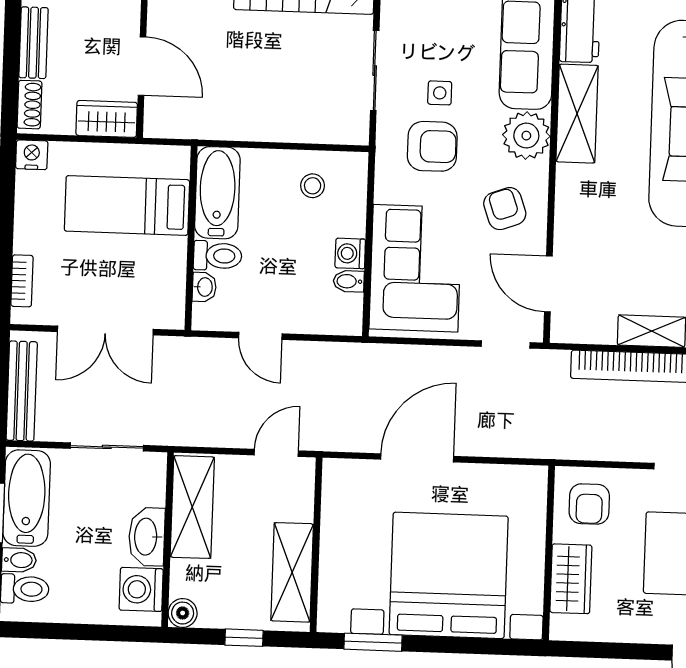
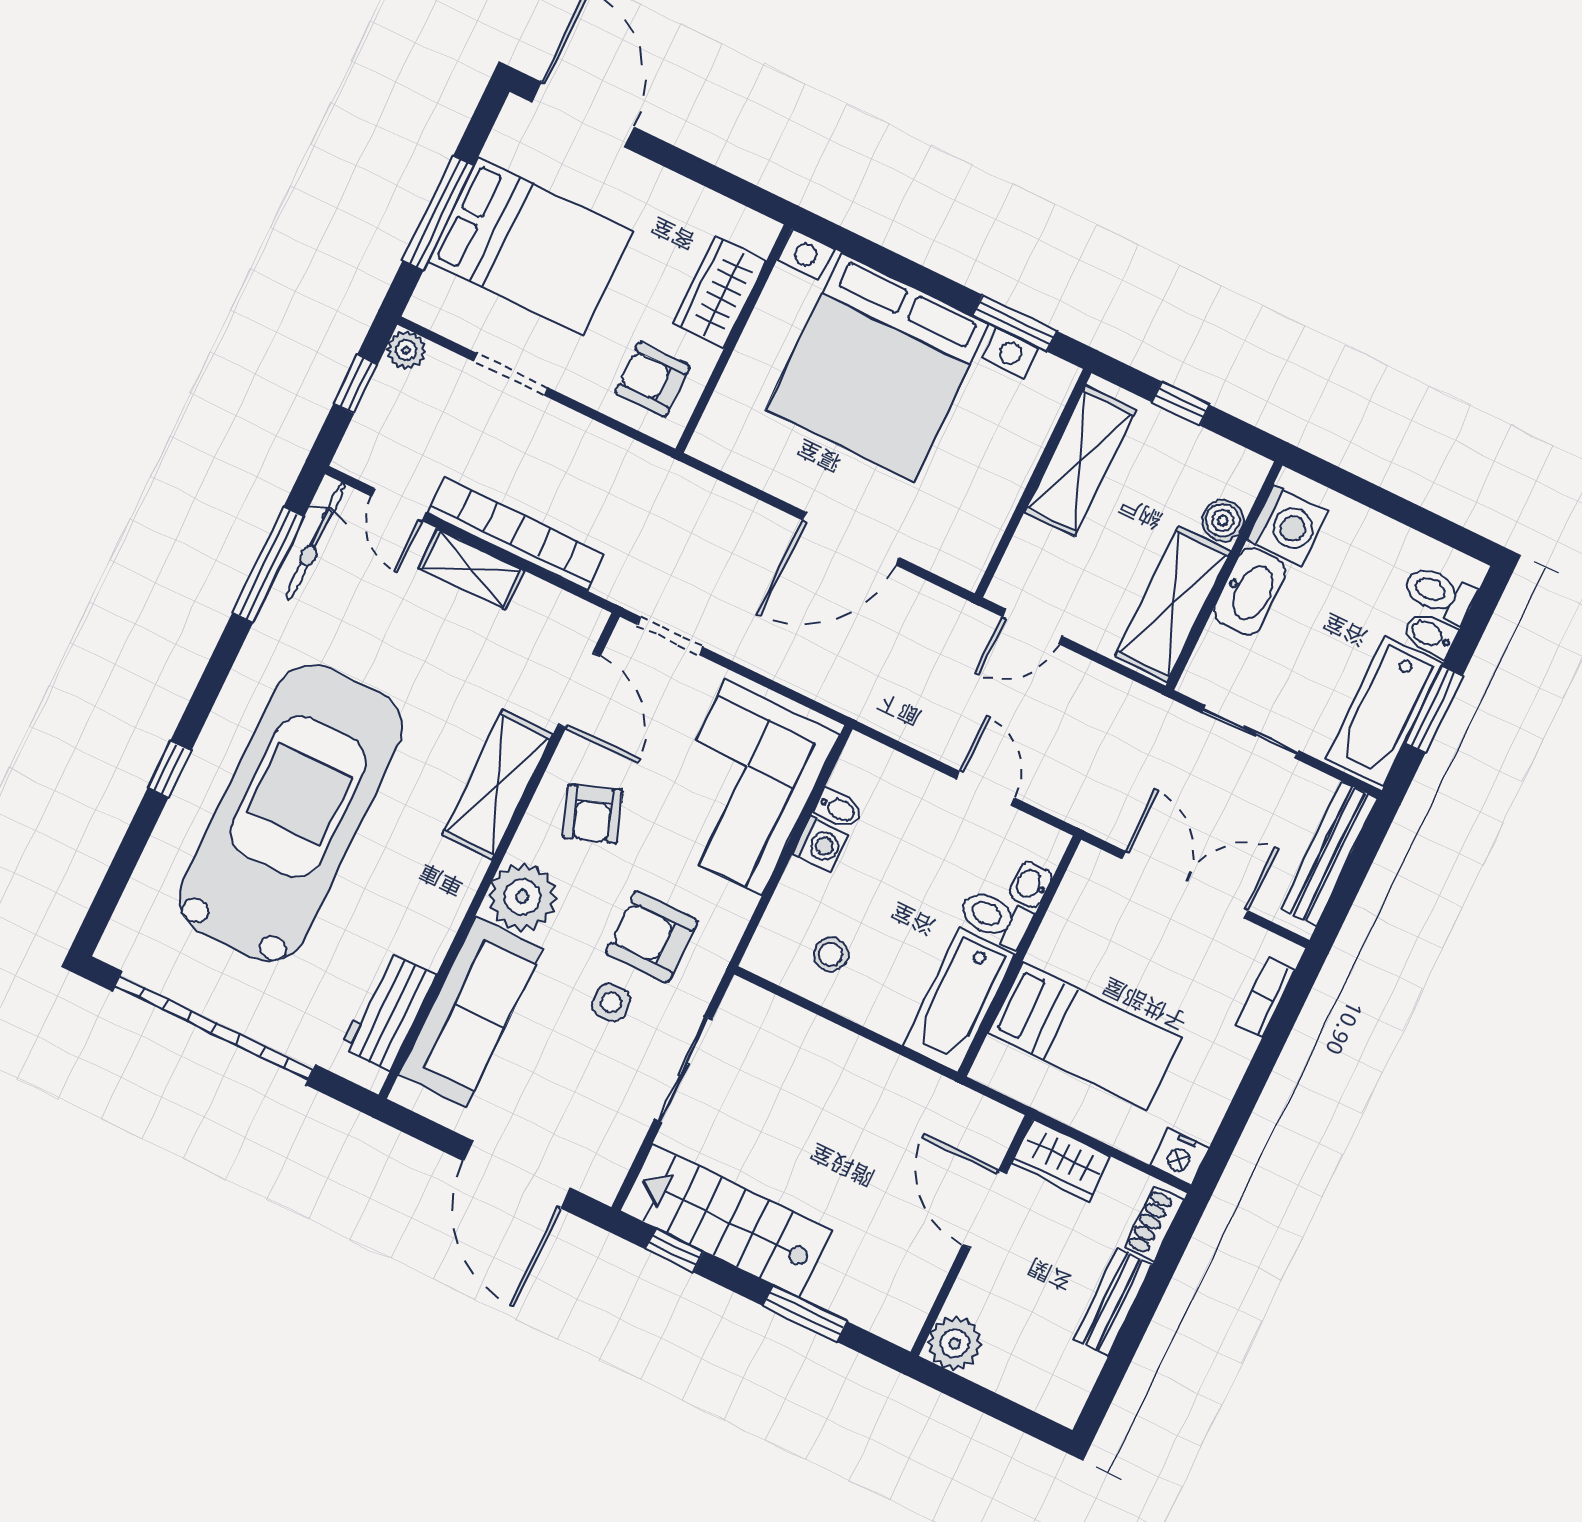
shelving: (577, 114) -> (497, 785), moved
armchair: (589, 504) -> (653, 379), turned -90
boiler: (183, 613) -> (1223, 520), moved

